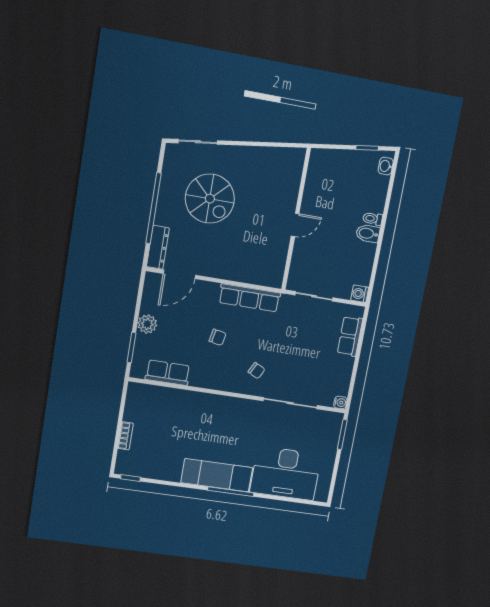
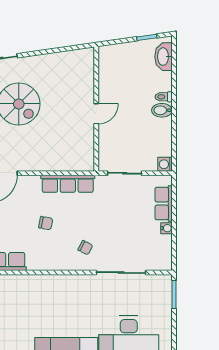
washbasin: (386, 166) -> (164, 57), width x1.91, depth x1.45
water cooler: (340, 402) -> (166, 228), moved

